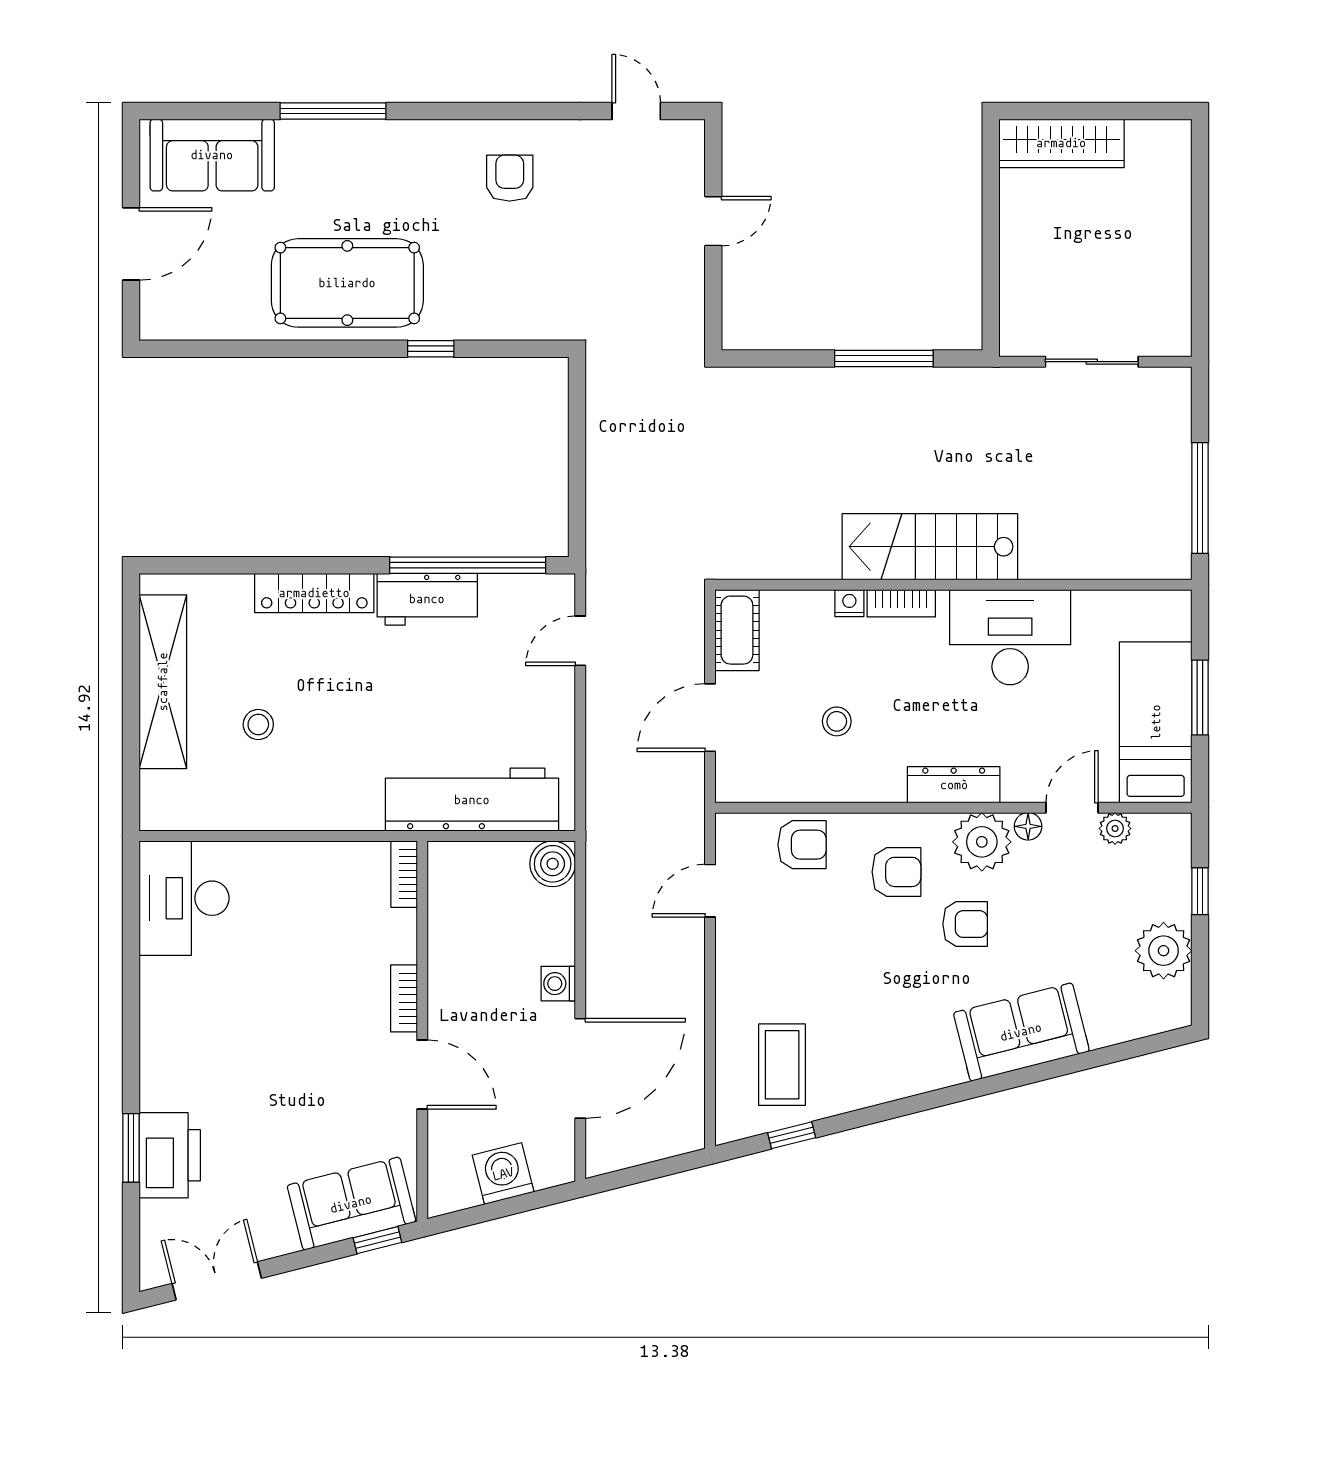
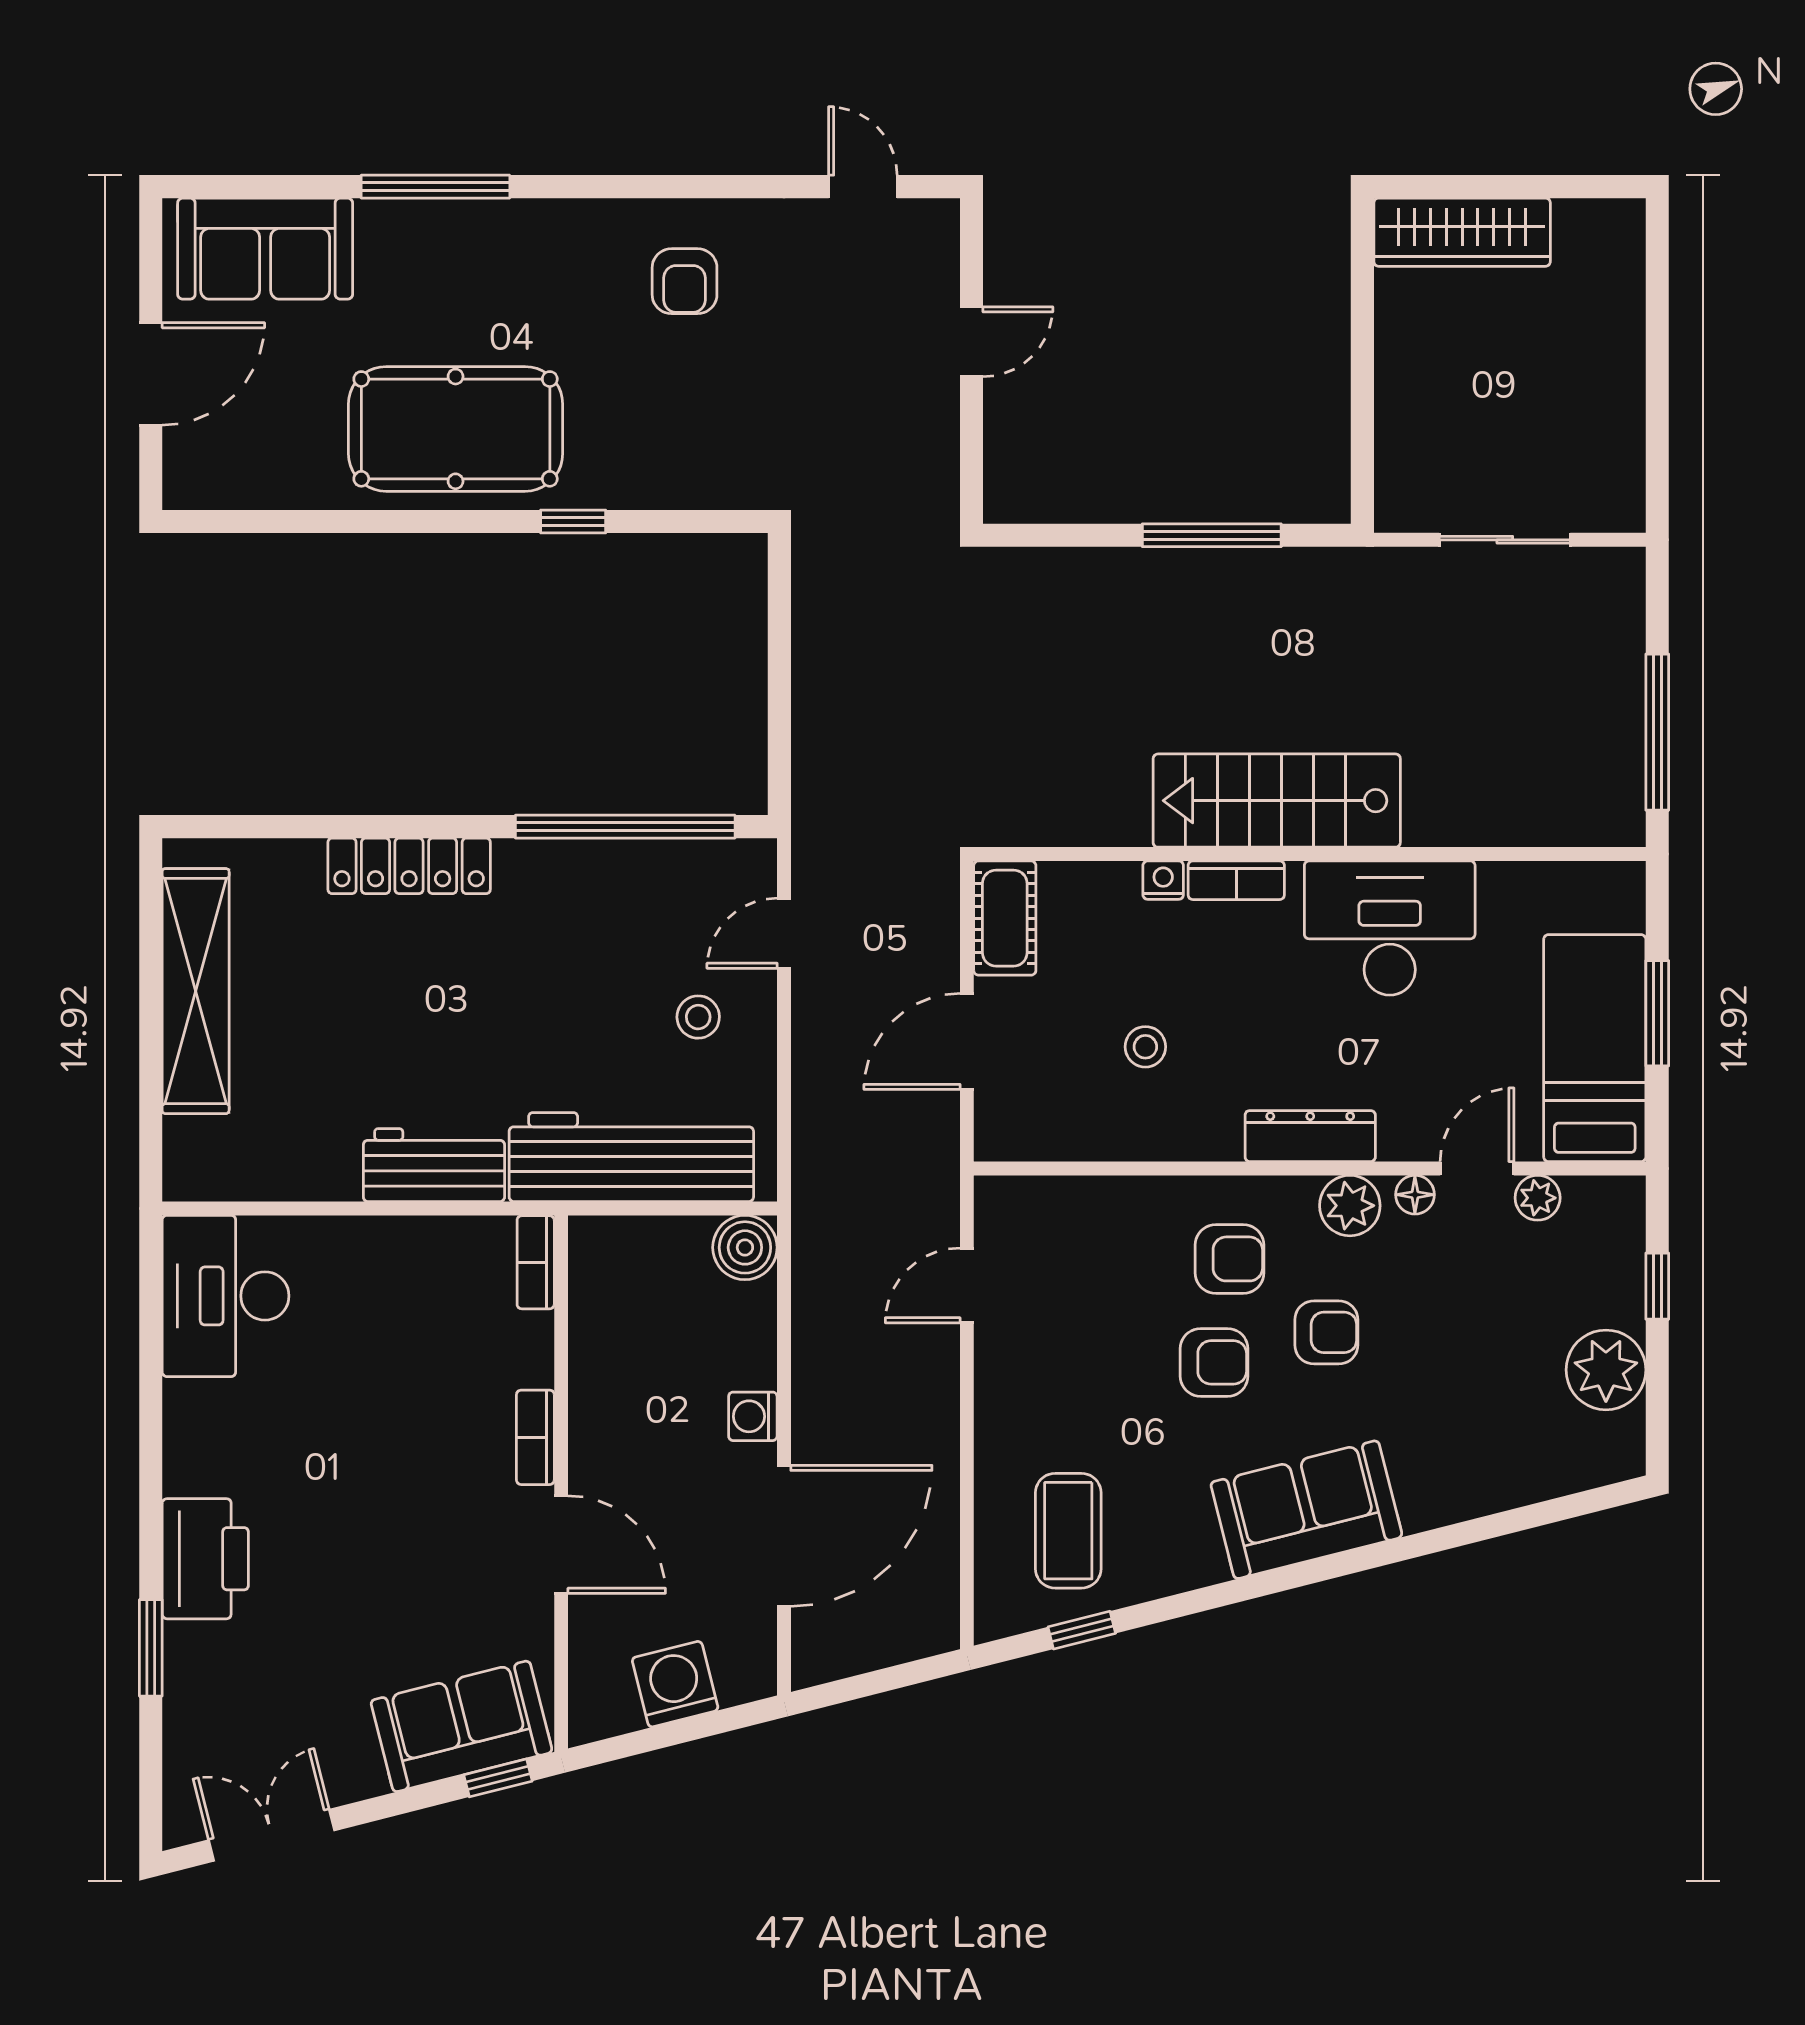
armchair: (510, 178) -> (685, 281), turned 180
workbench: (427, 599) -> (434, 1165), moved, turned 180
stool: (258, 725) -> (698, 1017), moved
plant: (982, 842) -> (1350, 1206), width x0.73, depth x0.73
armchair: (802, 845) -> (1214, 1362), moved
sofa: (1021, 1032) -> (1306, 1510), moved
printer: (170, 1155) -> (205, 1559), moved

